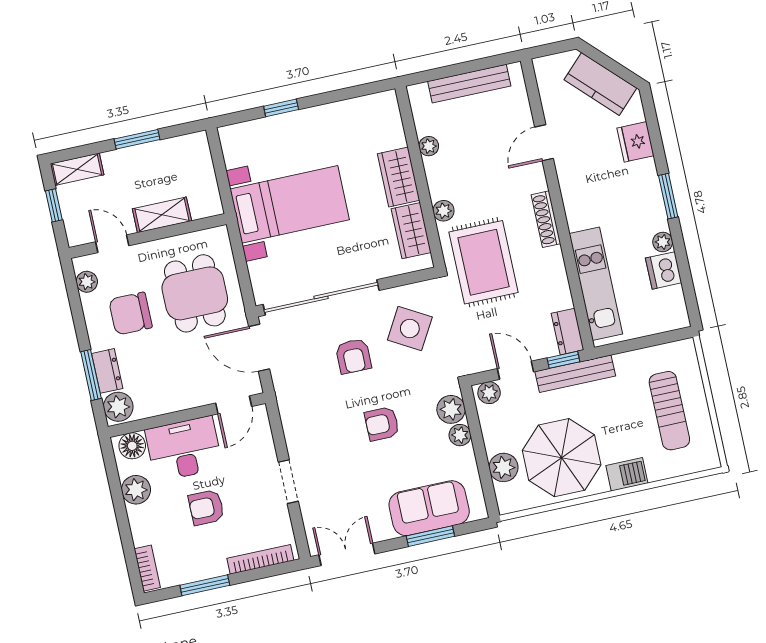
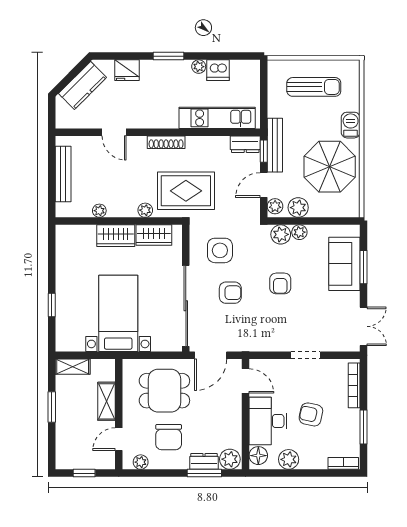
shelving: (77, 169) -> (73, 367), moved, turned 90
side table: (410, 328) -> (220, 250), turned -30
plant: (504, 467) -> (298, 208), moved
armchair: (206, 507) -> (311, 414), turned 102
double door: (347, 554) -> (363, 326), swing flipped

